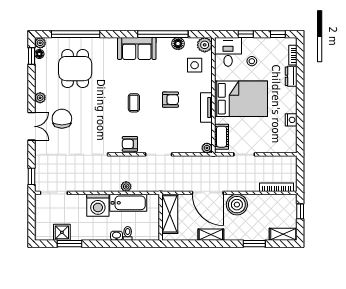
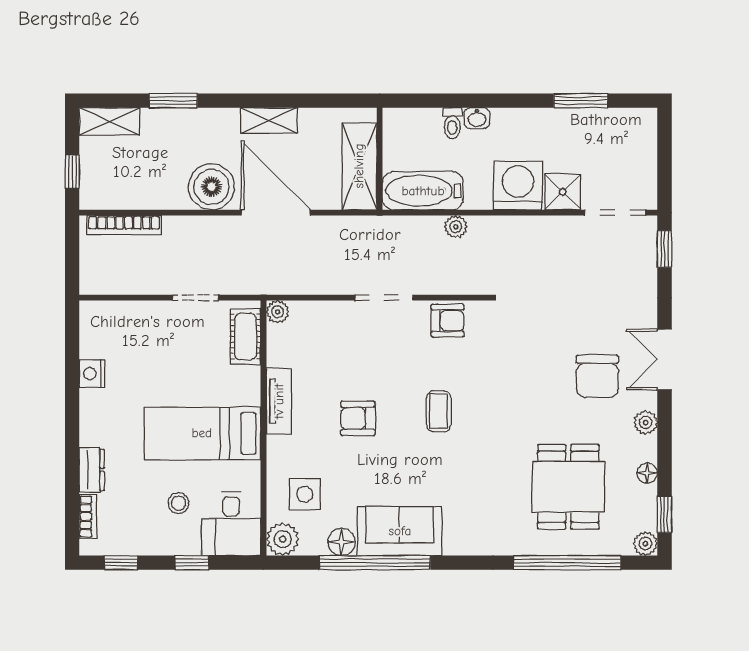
sofa: (137, 48) -> (400, 531), moved
floor lamp: (39, 54) -> (647, 473), moved
bed: (241, 99) -> (202, 433), width x0.67
bathtub: (128, 203) -> (423, 191), moved
shower: (62, 232) -> (563, 192), moved

